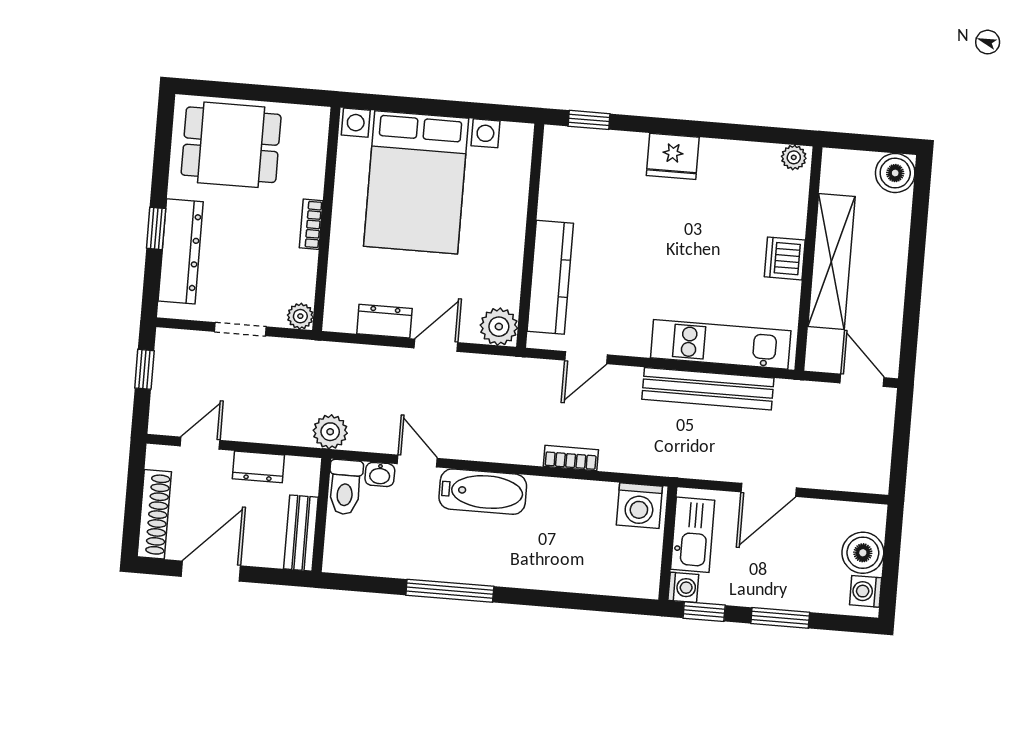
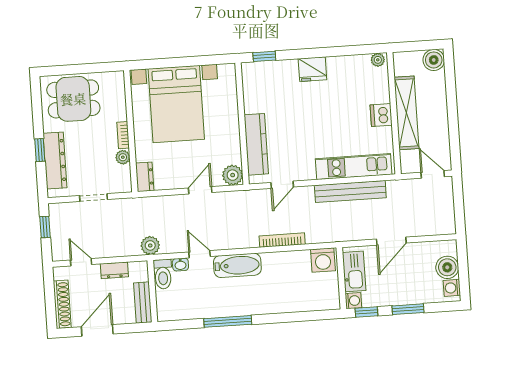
plant: (300, 316) -> (123, 157), moved
dresser: (384, 321) -> (145, 177), moved, turned 90
door: (200, 443) -> (81, 262), hinge flipped
bookcase: (571, 458) -> (282, 240), width x1.56

